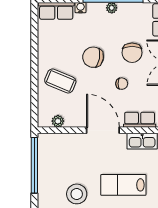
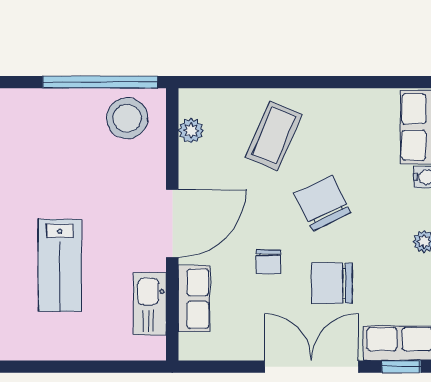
chair: (93, 57) -> (323, 203), turned -36
lab bench: (123, 185) -> (60, 265), turned 180
stool: (77, 194) -> (127, 118), moved

